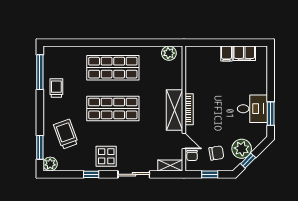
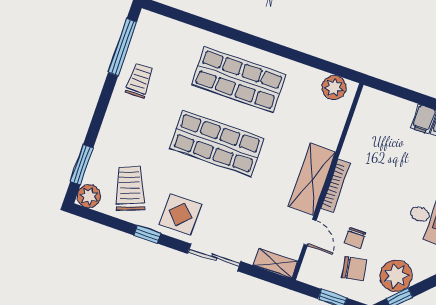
trolley: (66, 134) -> (130, 188), moved
chair: (192, 155) -> (355, 238), moved

